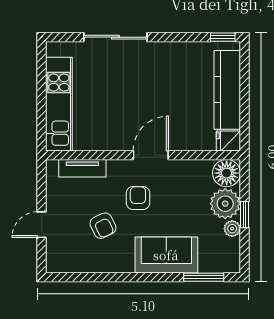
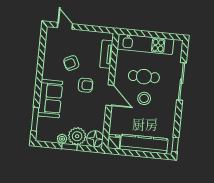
stool: (150, 97) -> (144, 98), added
cafe table: (114, 101) -> (144, 77), added
door: (42, 225) -> (65, 26), moved

